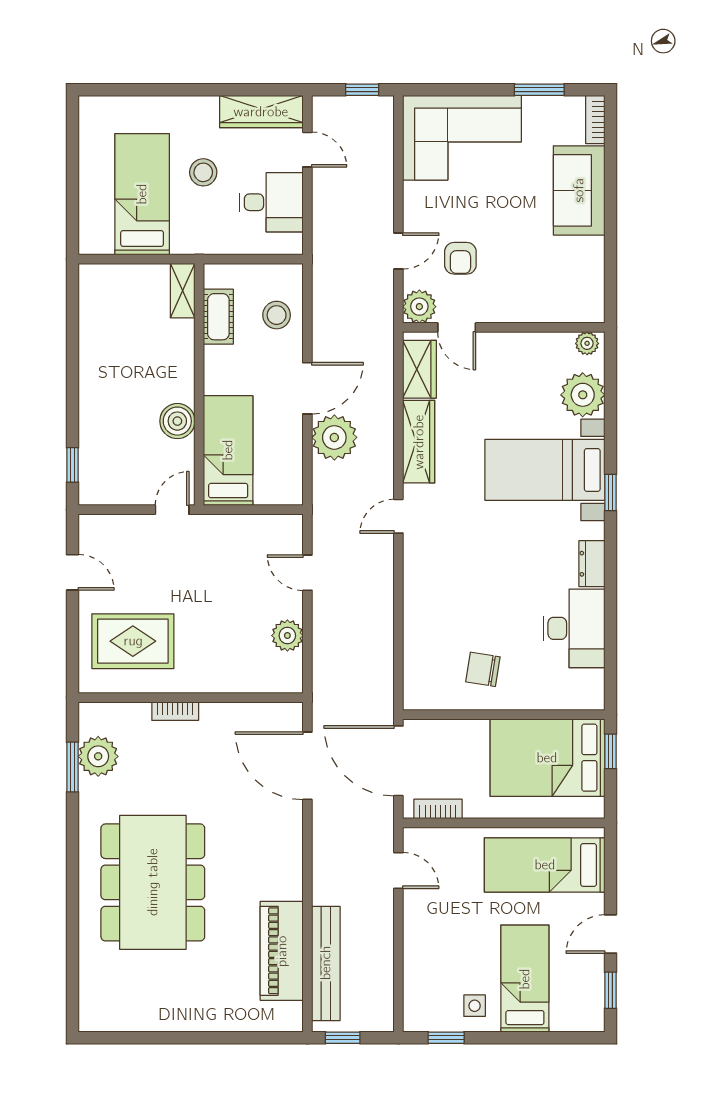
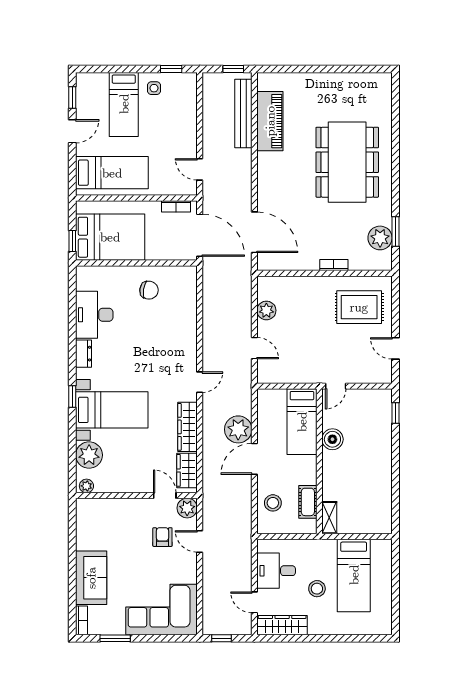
door: (398, 251) -> (200, 541), hinge flipped

